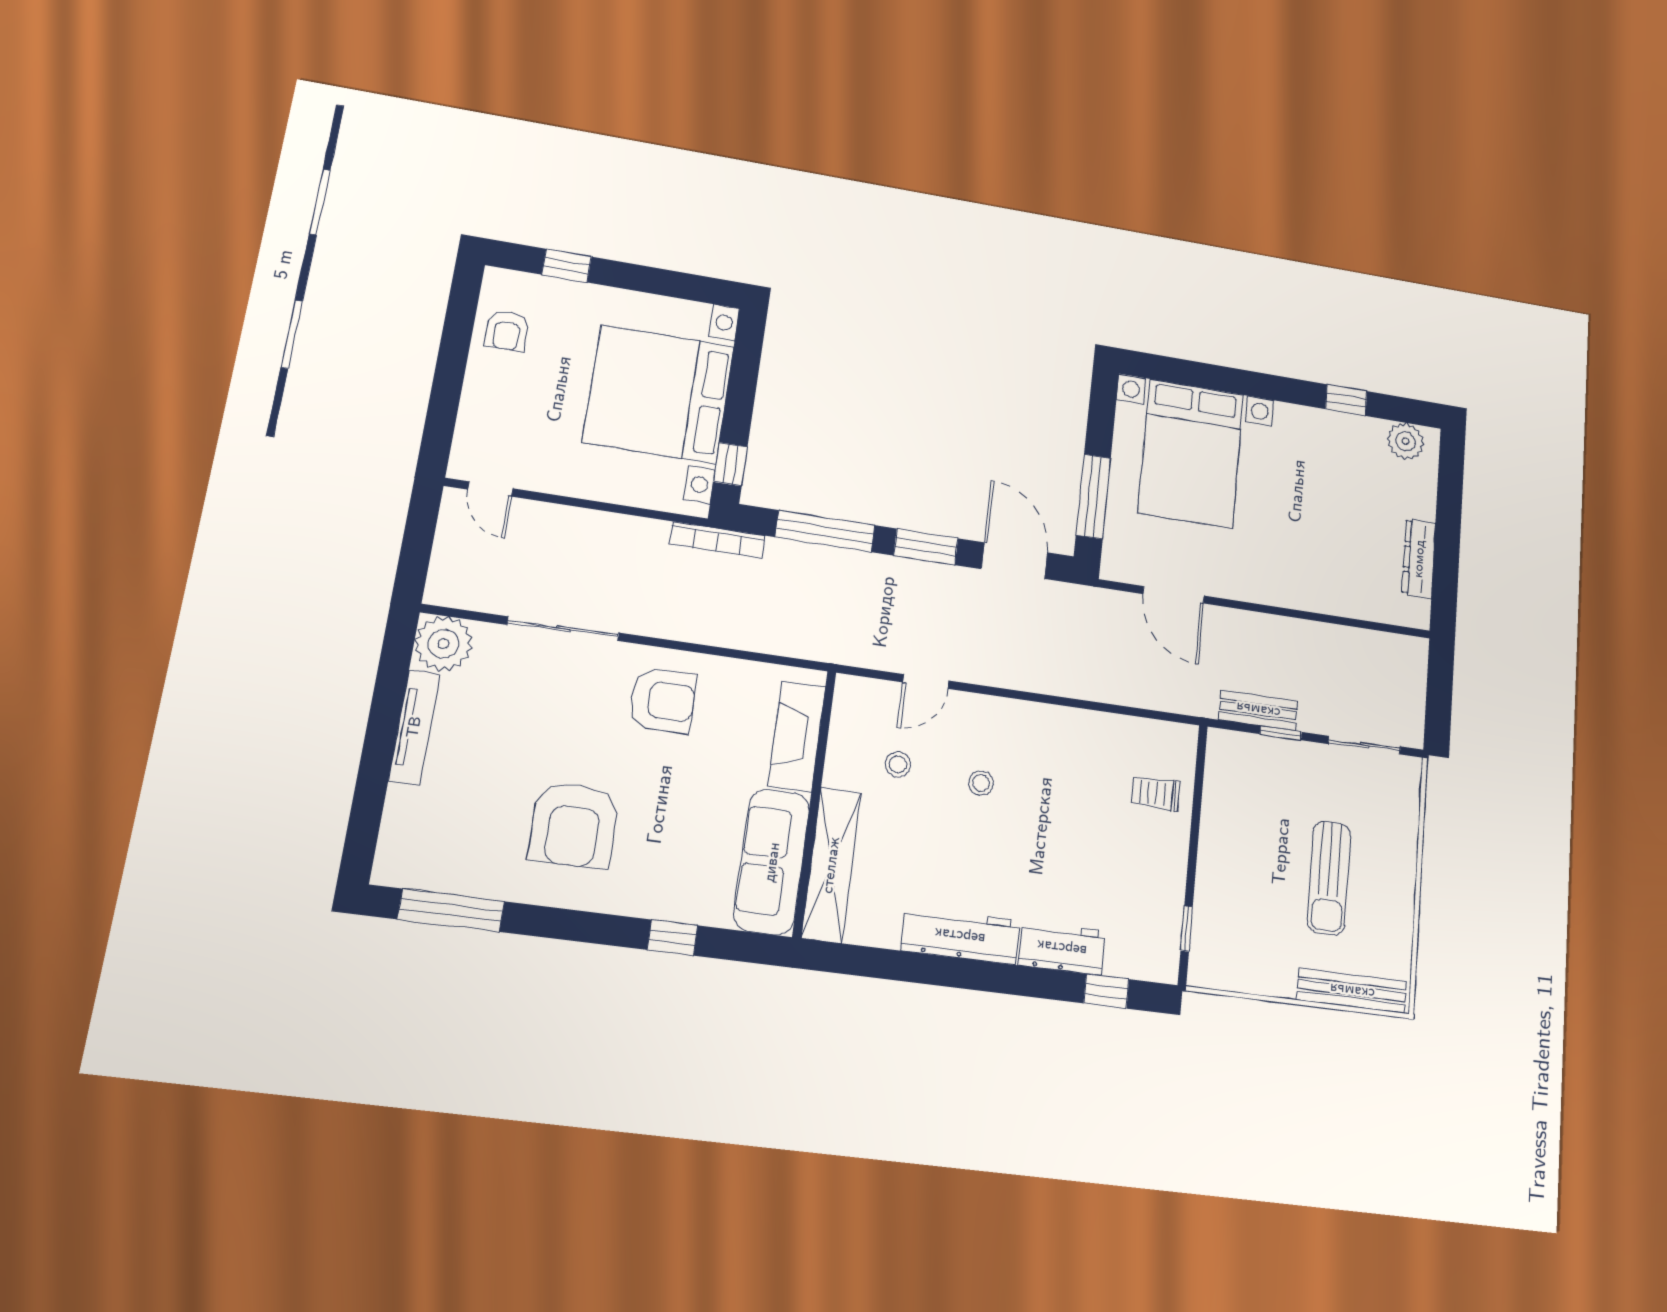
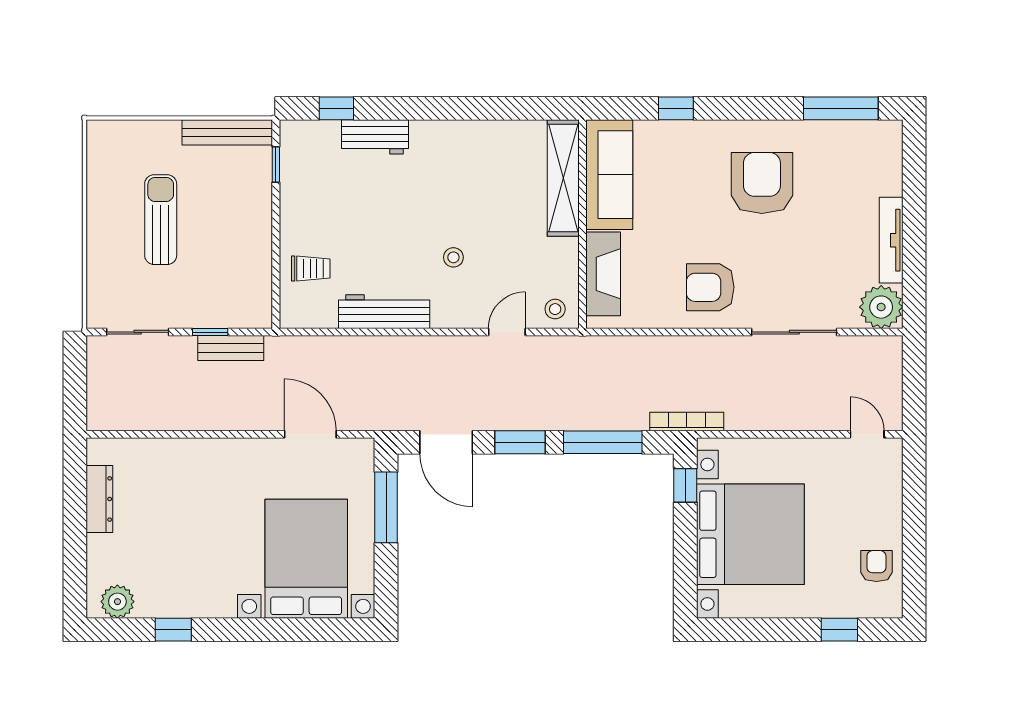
stool: (898, 764) -> (555, 309), moved
workbench: (960, 936) -> (384, 312), moved, turned 180
bench: (1352, 991) -> (227, 132), moved

